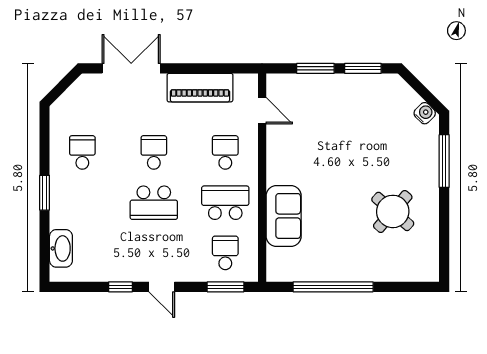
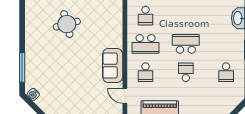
school desk: (154, 152) -> (186, 72), turned 180
round table: (393, 211) -> (67, 24), moved, turned 34
sofa: (284, 216) -> (113, 66), moved

